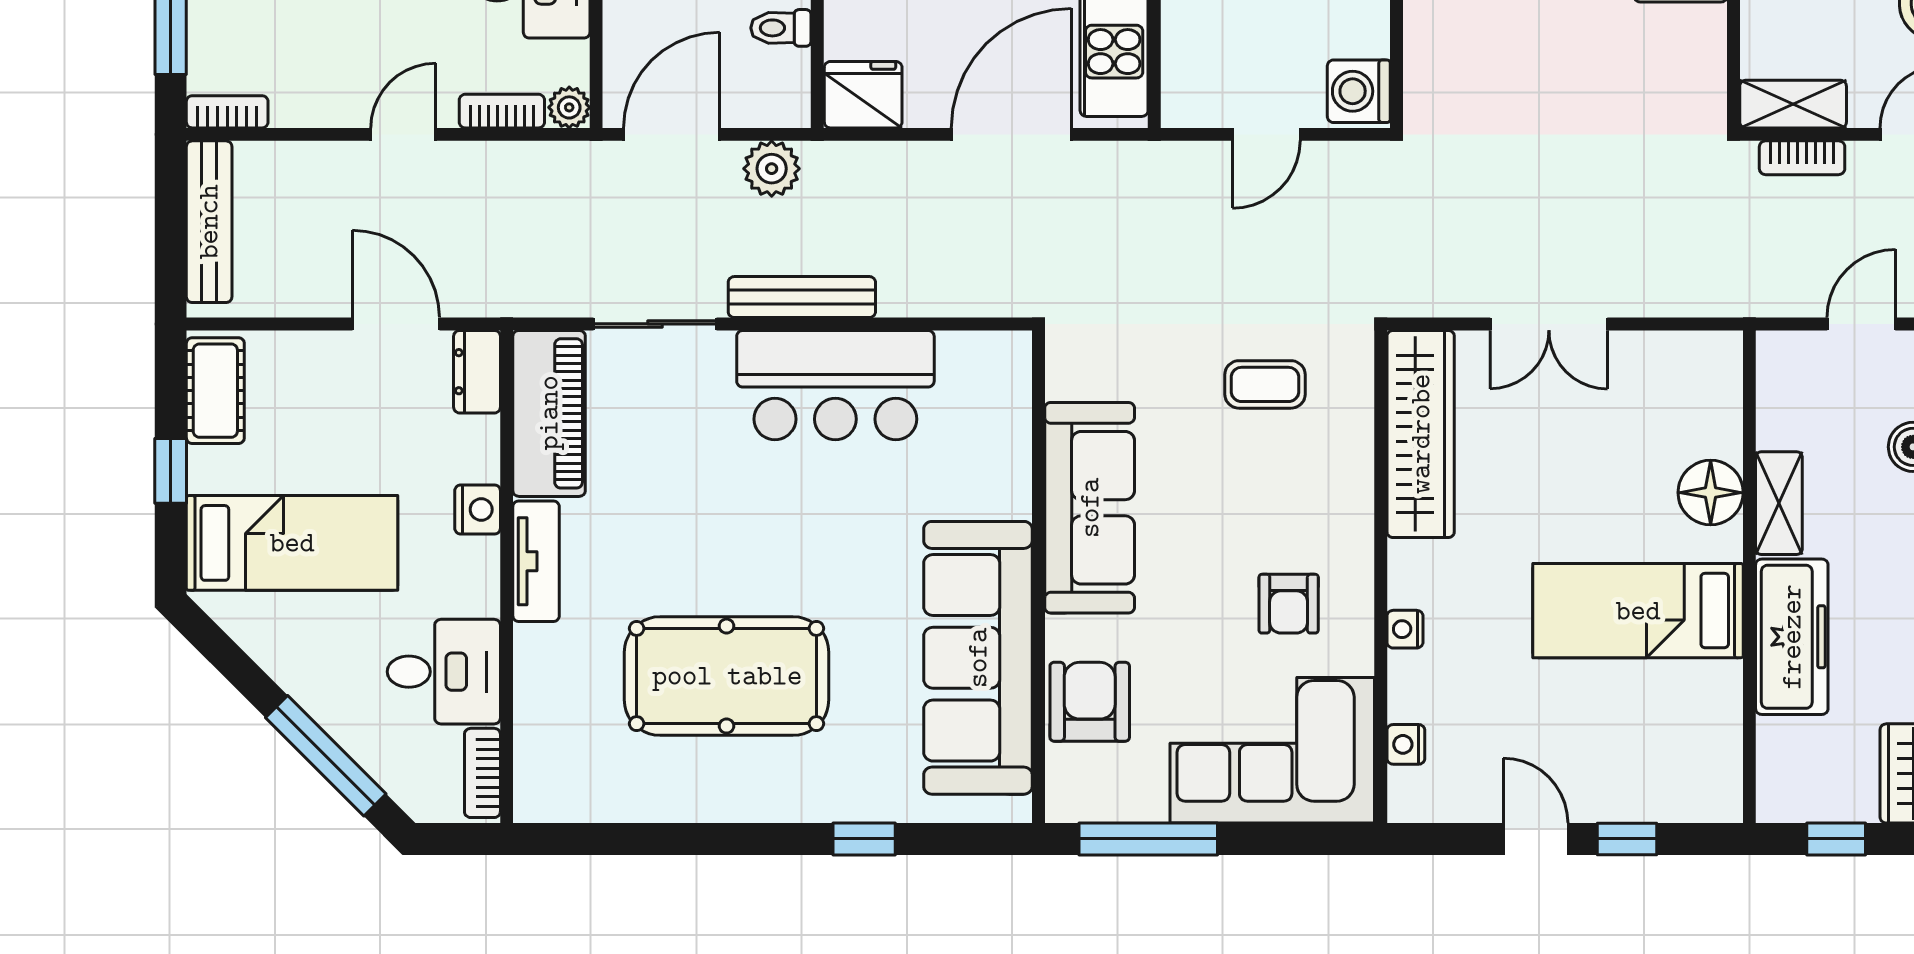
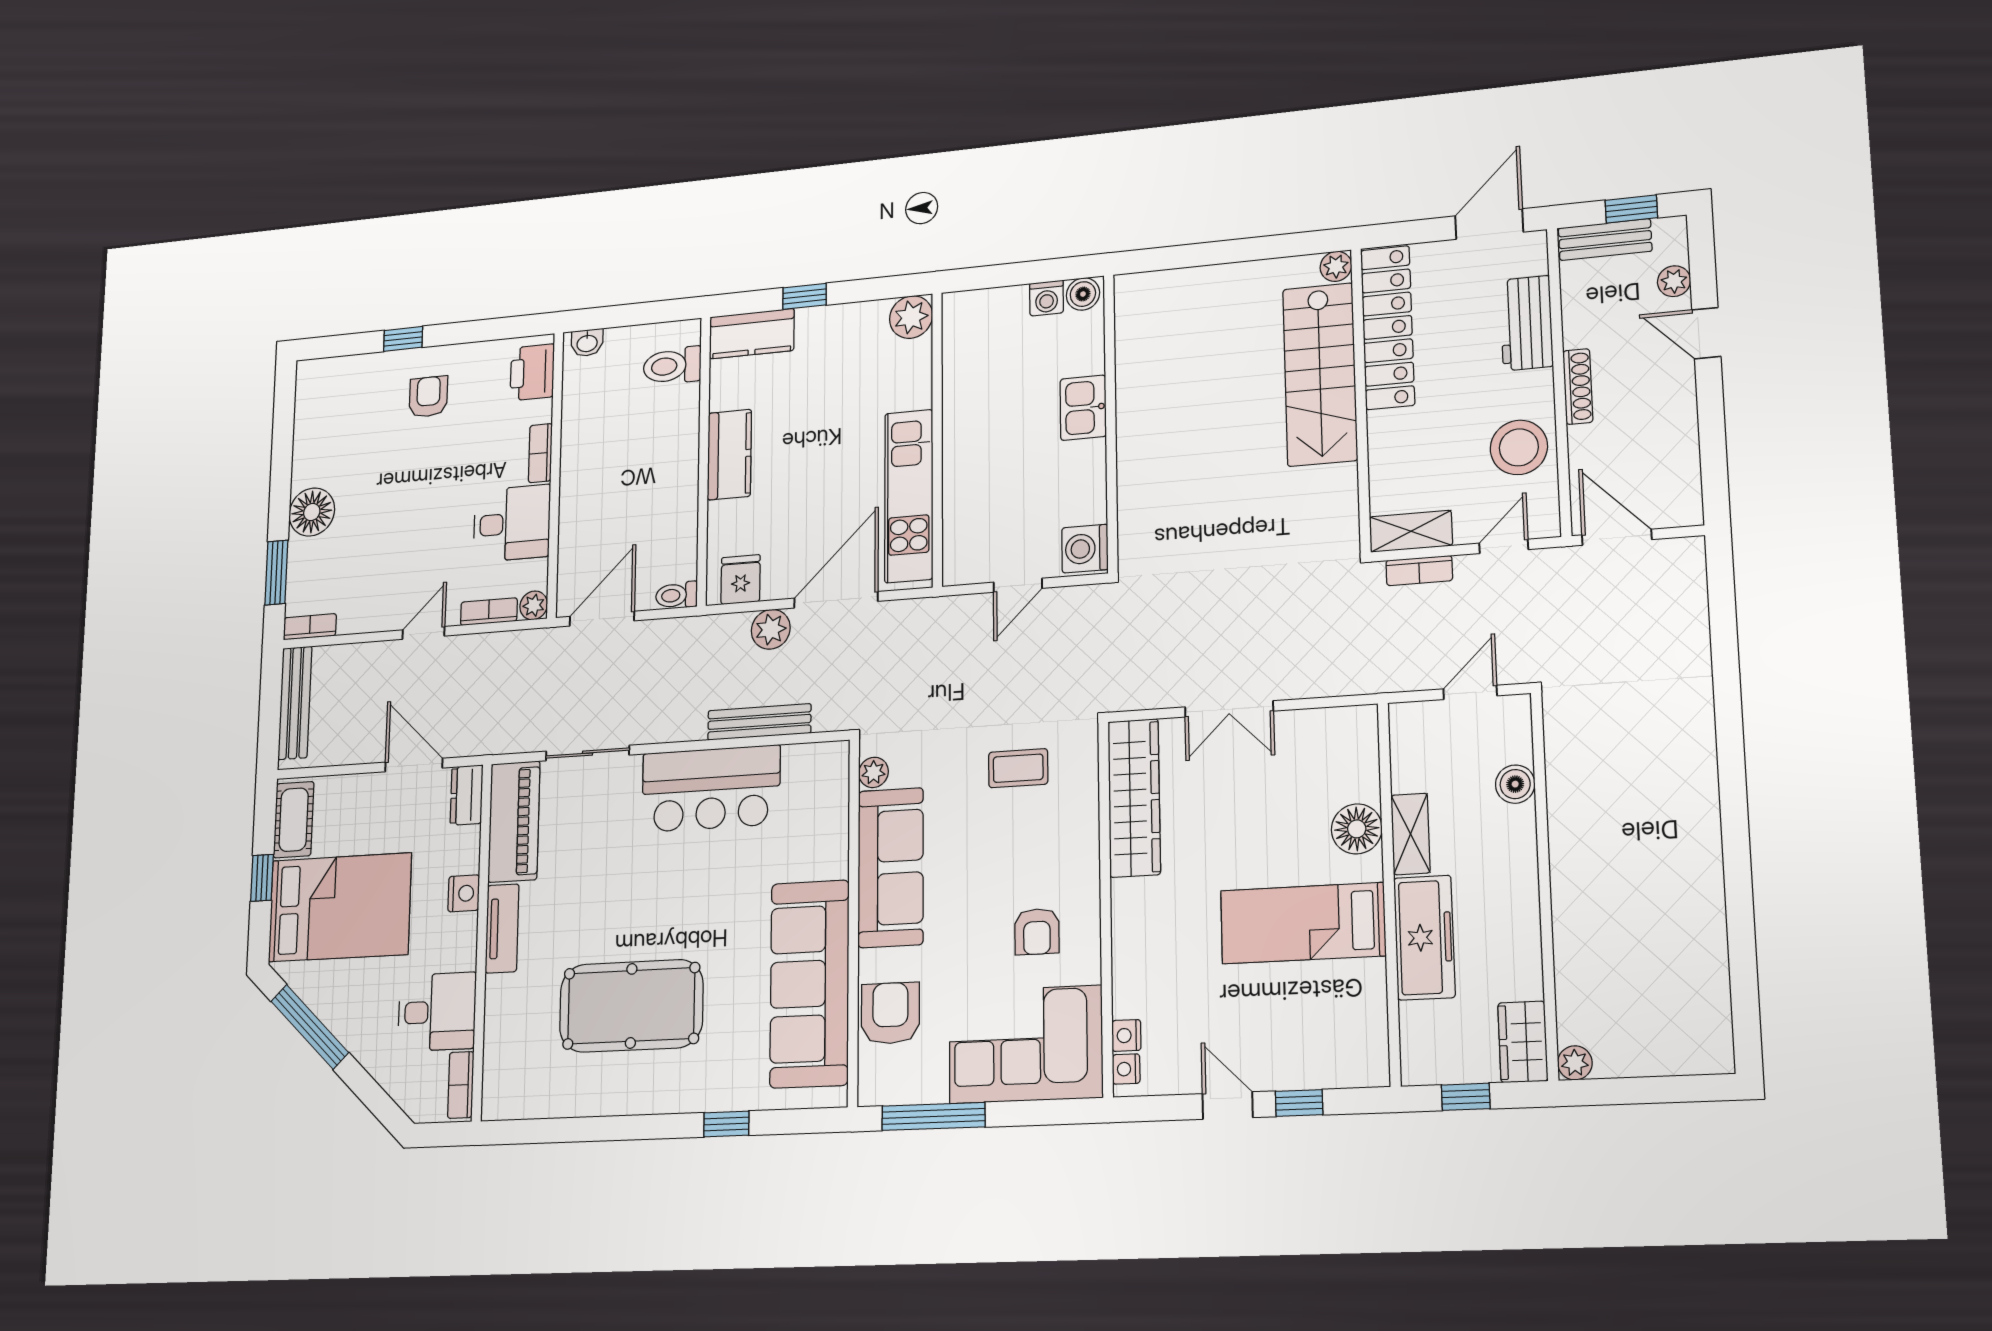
toilet: (781, 28) -> (677, 595), moved
fridge: (863, 95) -> (741, 580), width x0.72
plant: (772, 169) -> (771, 629), moved
bench: (802, 297) -> (759, 722), moved
plant: (1065, 377) -> (874, 772), added
bed: (292, 543) -> (340, 907), width x1.50
nightstand: (1405, 629) -> (1126, 1069), moved
window: (326, 756) -> (310, 1027), moved

